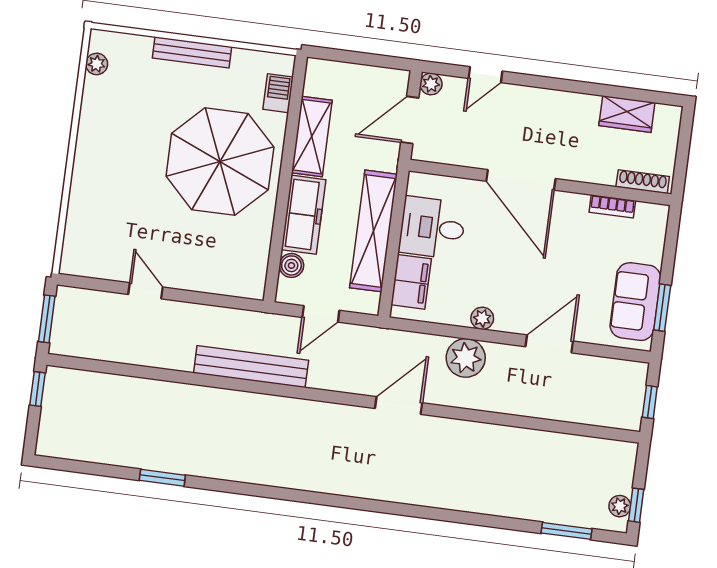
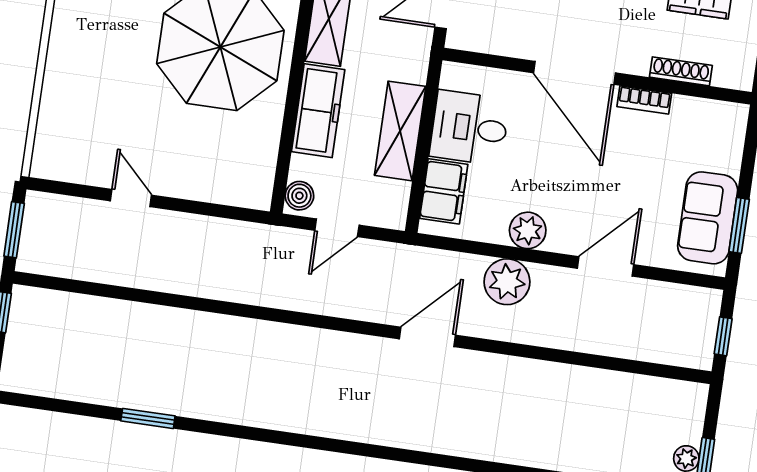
shoe rack: (643, 182) -> (681, 71), moved
bookcase: (612, 206) -> (644, 100), moved
shelving: (373, 231) -> (400, 131), width x0.68
boiler: (291, 265) -> (299, 196), moved
plant: (482, 318) -> (528, 230), width x1.38, depth x1.38
bench: (251, 367) -> (254, 289), removed

